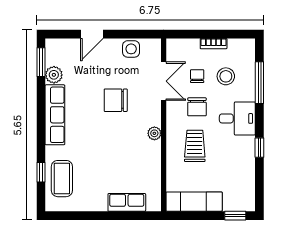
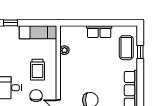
plant: (154, 133) -> (65, 50), moved
row of seats: (127, 202) -> (99, 32), moved

